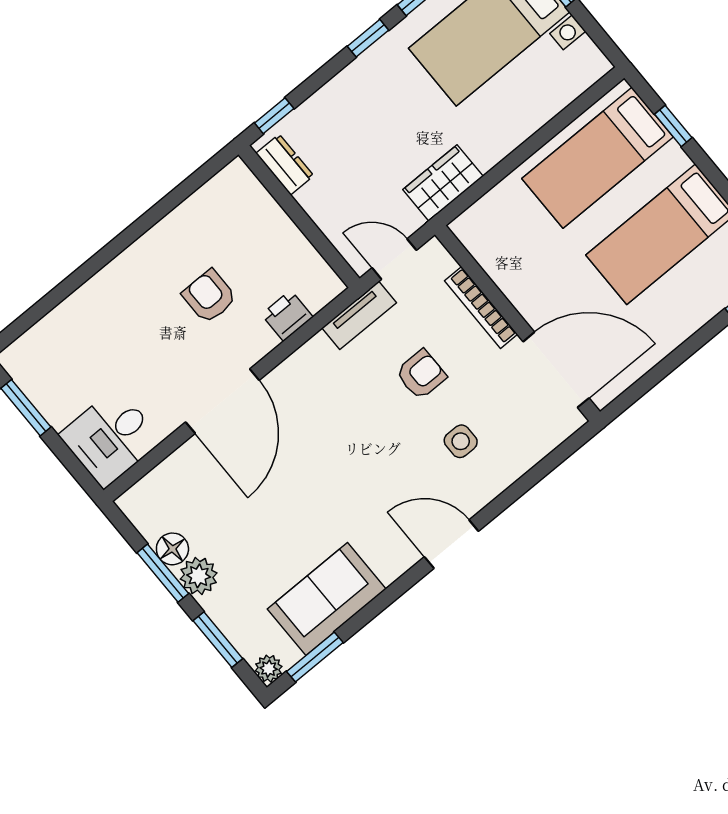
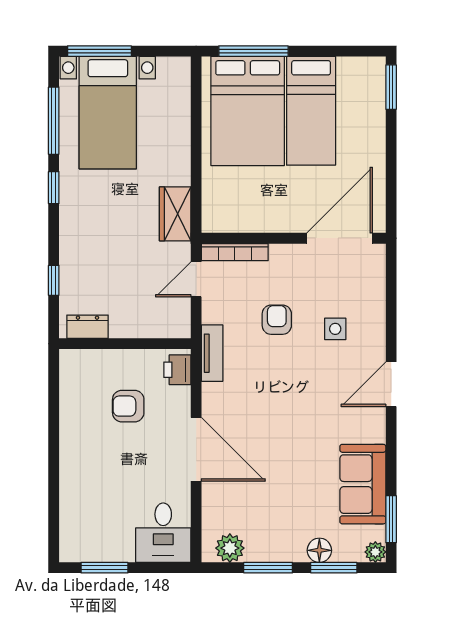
window: (673, 126) -> (253, 51), width x2.17
bed: (598, 158) -> (248, 111), width x1.50
dresser: (285, 165) -> (87, 327), moved
wall: (299, 217) -> (125, 344), moved
bookcase: (481, 308) -> (235, 252), moved
tv unit: (359, 315) -> (212, 353), moved
floor lamp: (172, 549) -> (319, 550), moved
plant: (199, 576) -> (230, 548), moved

